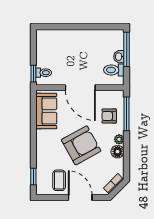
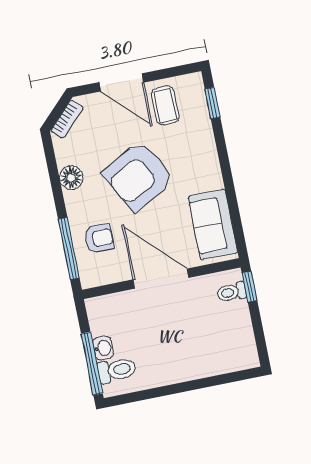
toilet: (114, 70) -> (117, 370), moved
plant: (119, 139) -> (73, 200), removed

